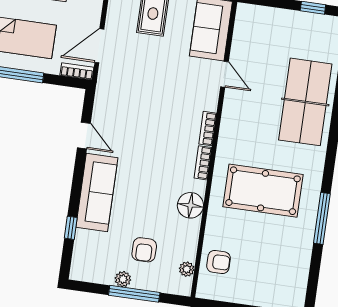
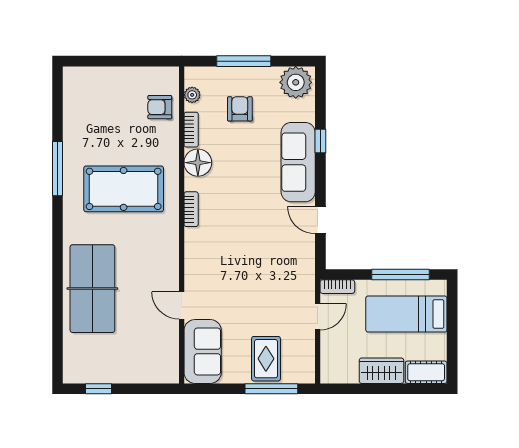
door: (99, 46) -> (318, 317), width x0.73
bookcase: (208, 129) -> (191, 130), moved
window: (71, 228) -> (320, 141), moved
plant: (123, 279) -> (296, 82), moved, width x1.88, depth x1.88

